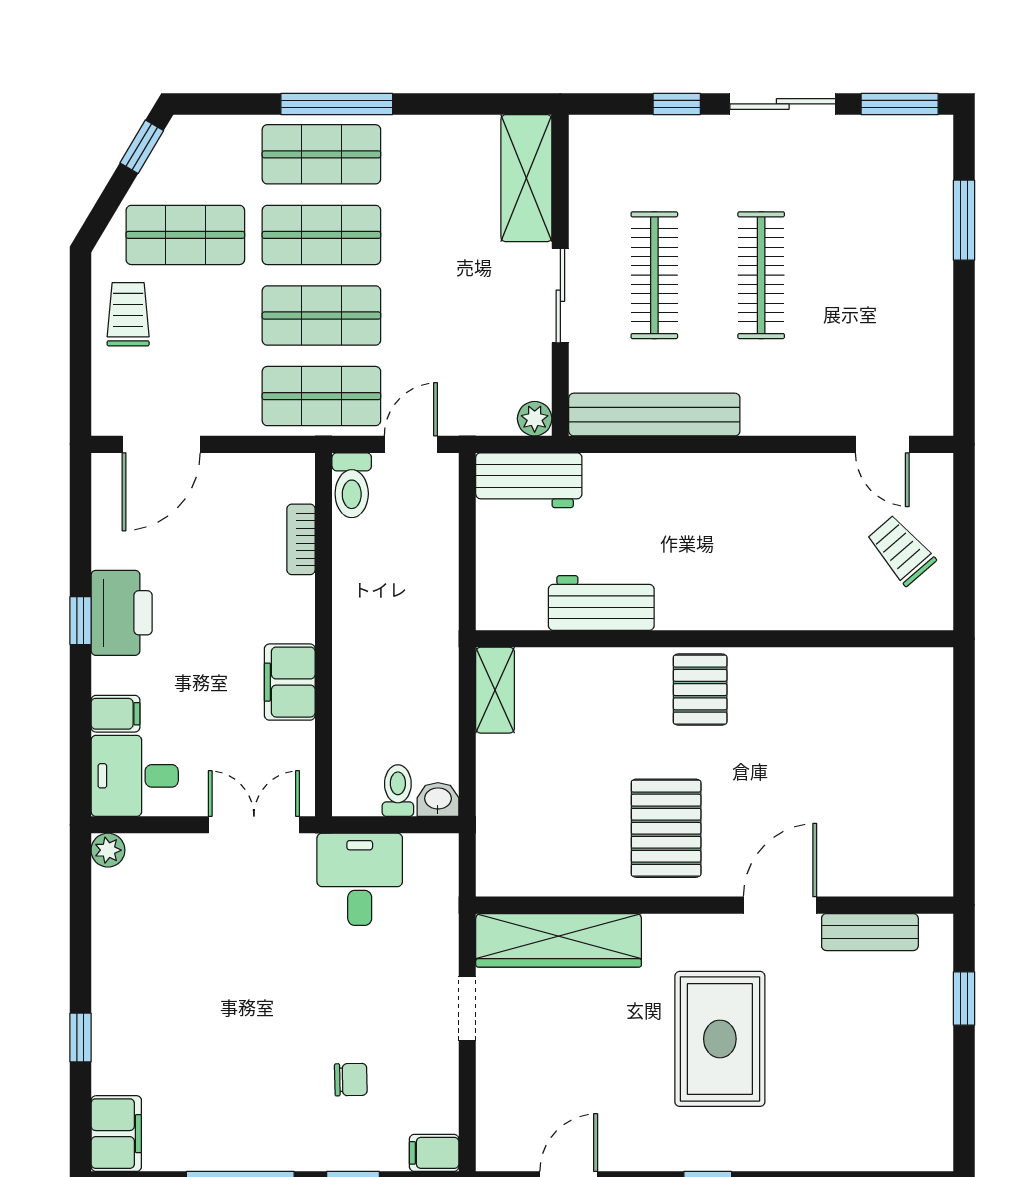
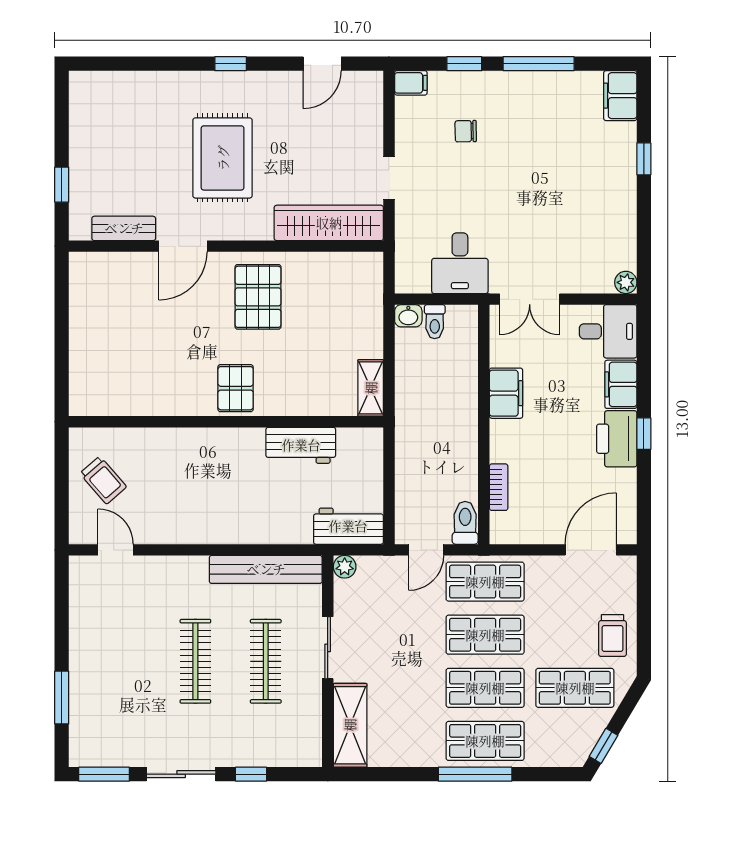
filing cabinet: (115, 714) -> (621, 384), width x2.00

